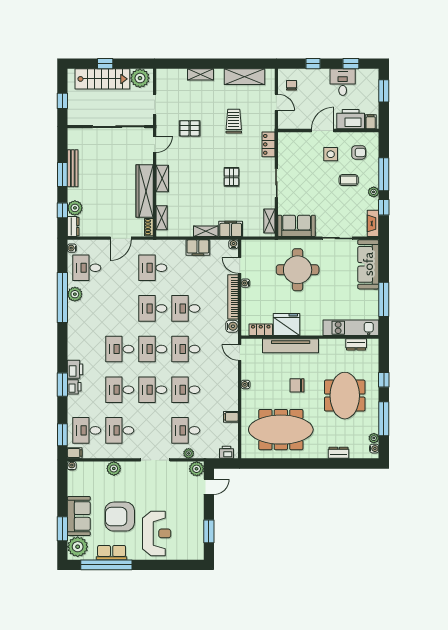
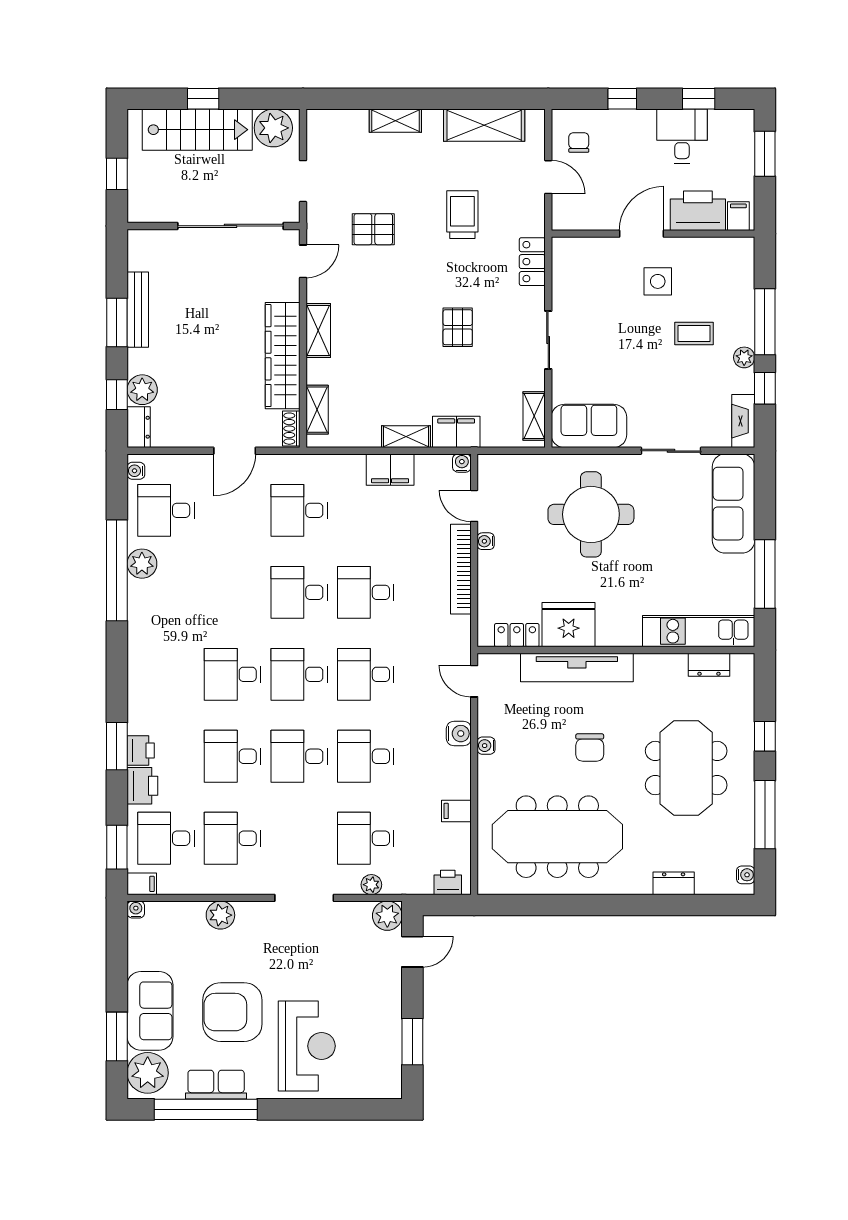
armchair: (359, 152) -> (714, 278), removed
water cooler: (232, 326) -> (459, 734), moved
printer: (75, 369) -> (142, 786), moved
chair: (297, 385) -> (590, 748), turned -90
plant: (374, 438) -> (745, 854), removed

